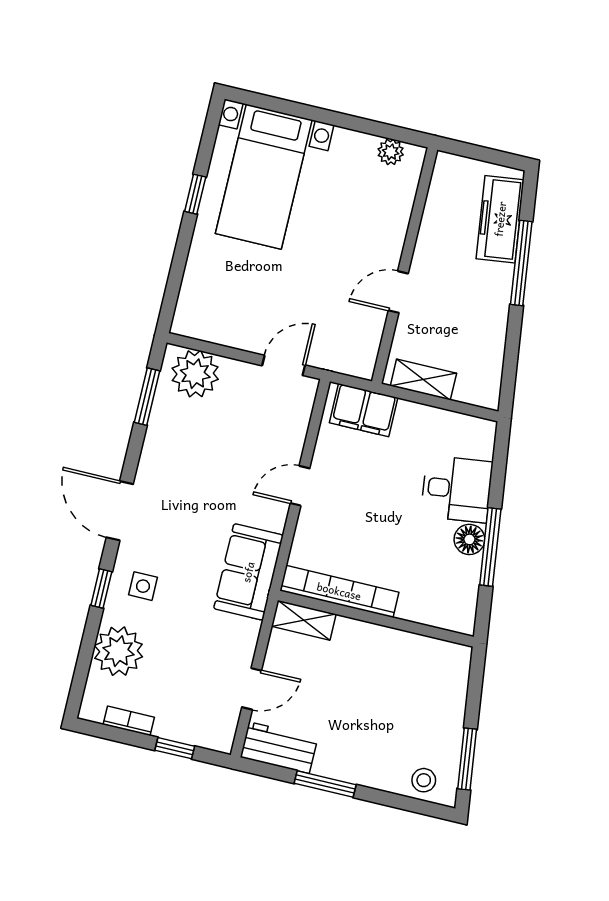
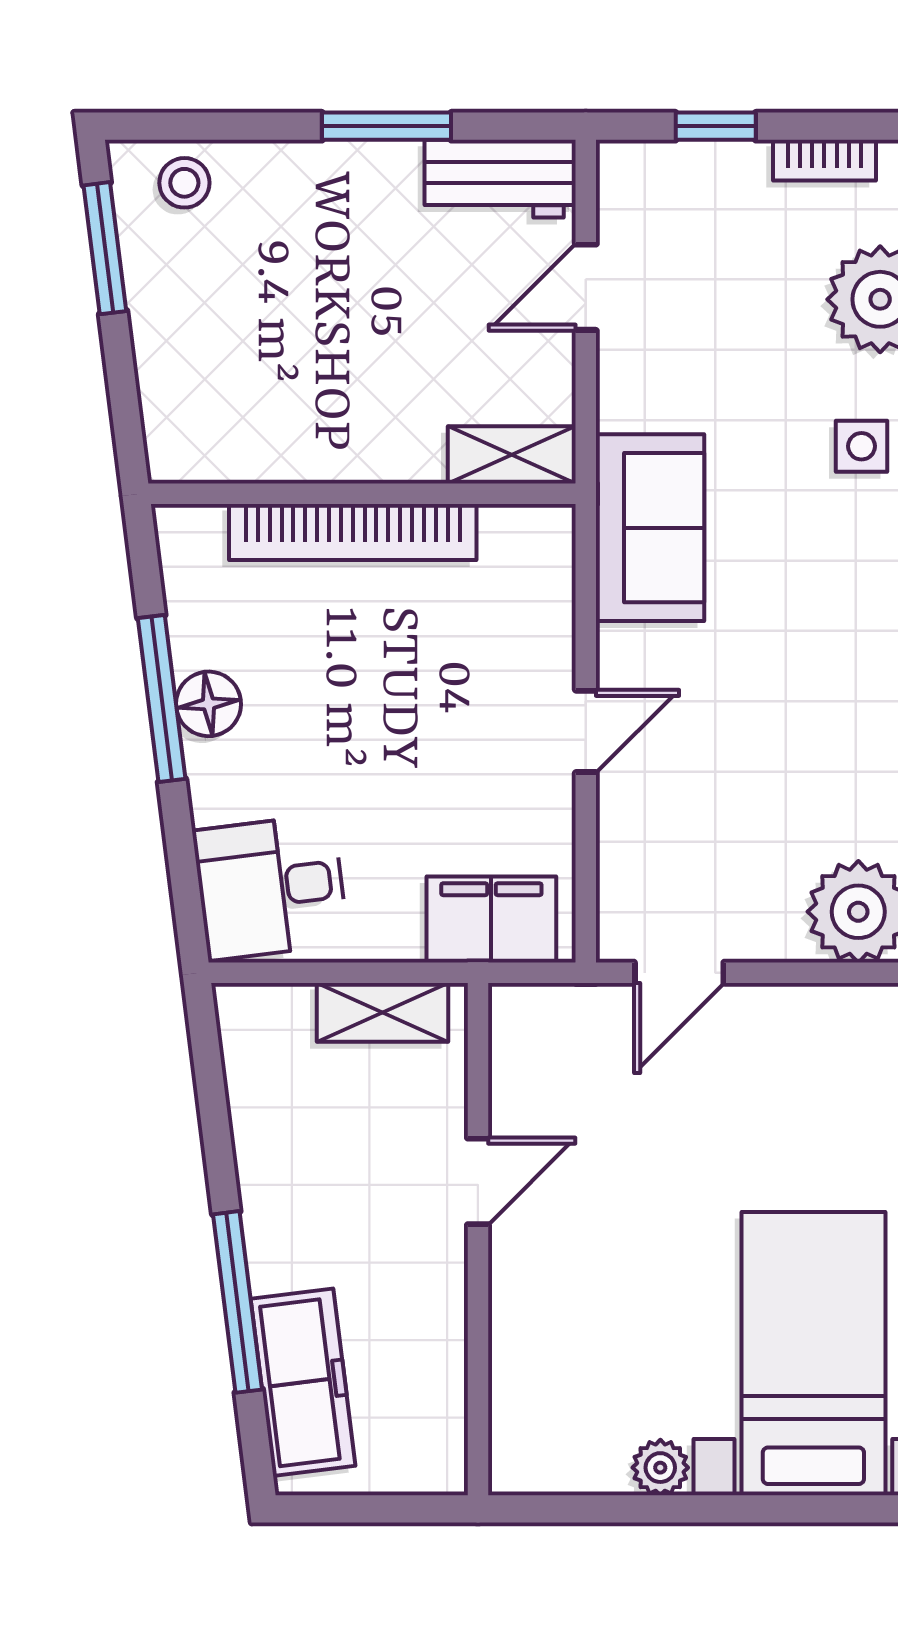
plant: (391, 152) -> (660, 1468), moved
desk: (457, 489) -> (271, 887), moved
bookcase: (339, 591) -> (353, 532), moved

